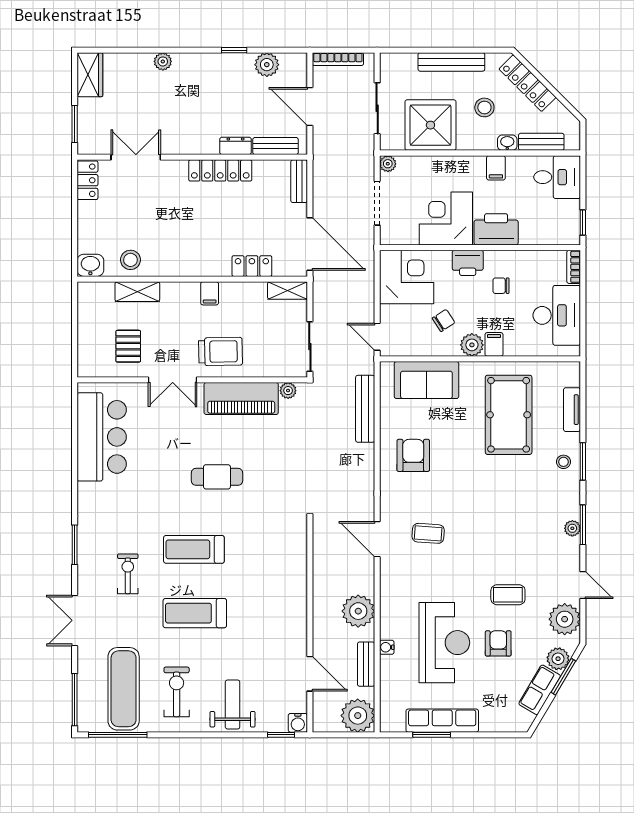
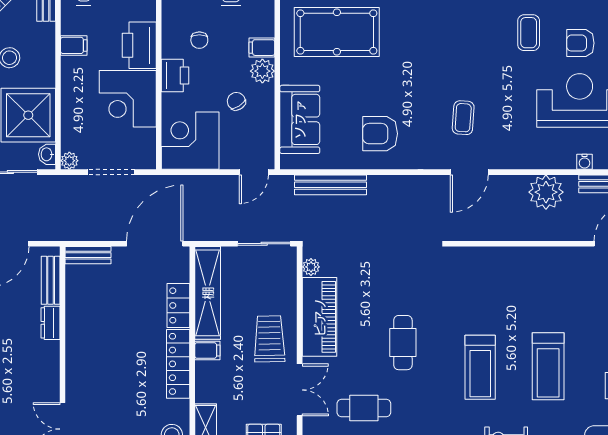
washbasin: (507, 143) -> (47, 154), moved
locker: (220, 170) -> (178, 364), moved, turned 180
shelving: (287, 290) -> (208, 293), width x2.20, depth x1.33
cafe table: (156, 440) -> (364, 408), added

